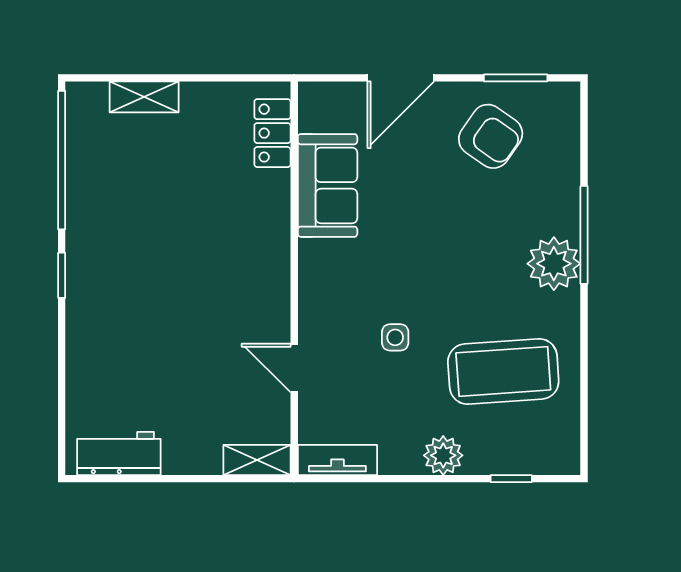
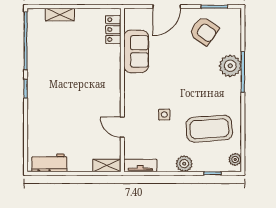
plant: (554, 264) -> (230, 66), moved
plant: (566, 445) -> (235, 159), added

